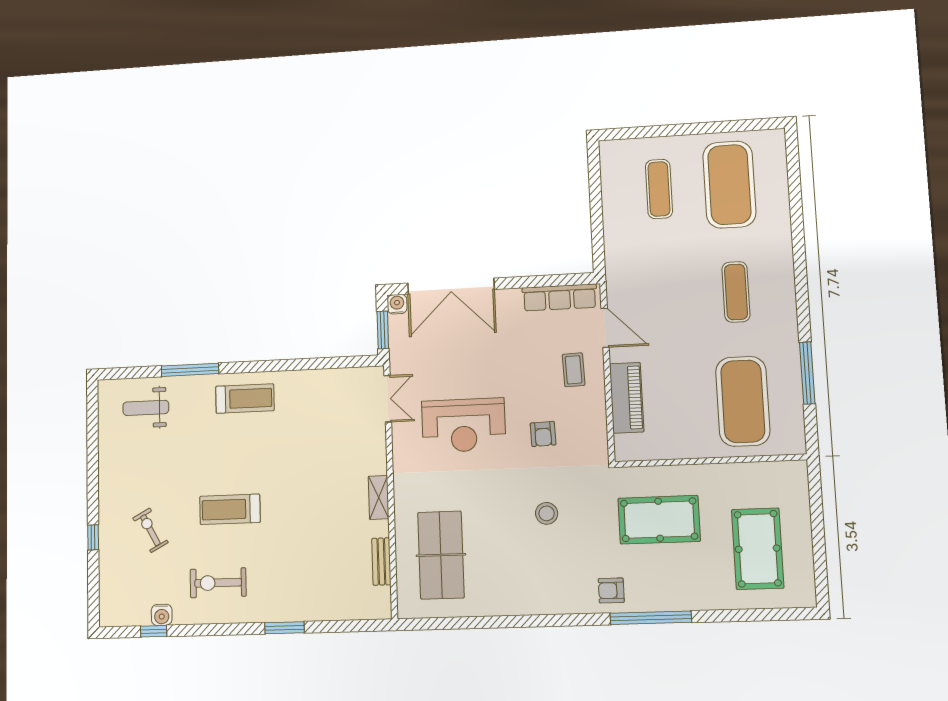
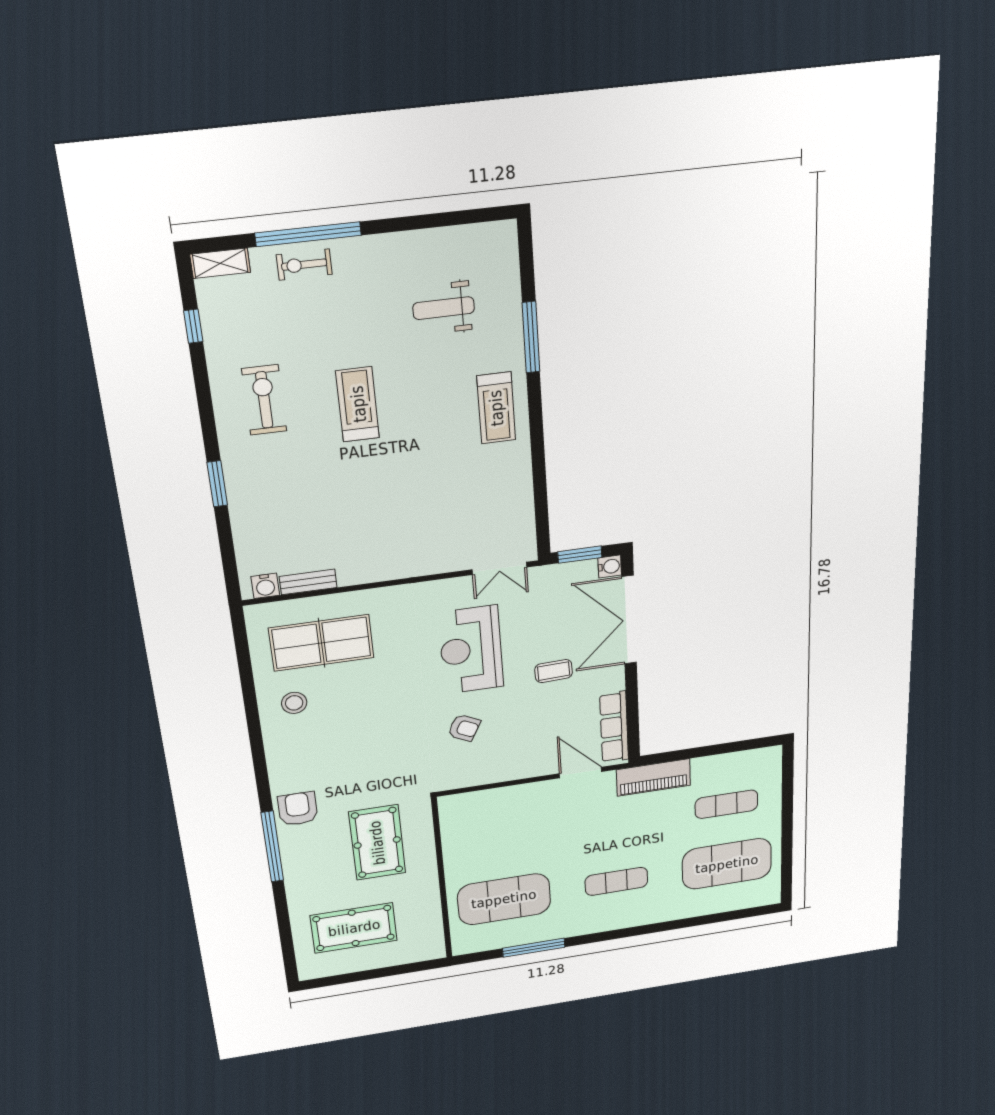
door: (605, 328) -> (580, 773), swing flipped
coffee table: (574, 370) -> (554, 671), moved
piano: (627, 398) -> (653, 778), moved
weight bench: (146, 408) -> (444, 308), moved, turned -90
armchair: (543, 434) -> (464, 728), turned -151
shelving: (379, 497) -> (220, 263), moved
stool: (547, 513) -> (294, 703), moved
exercise bike: (150, 530) -> (304, 265), moved, turned -152
window: (93, 537) -> (308, 234), width x3.17
armchair: (611, 590) -> (298, 809), width x1.38, depth x1.38
water cooler: (162, 615) -> (265, 586), moved, turned -90

